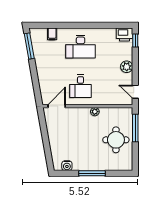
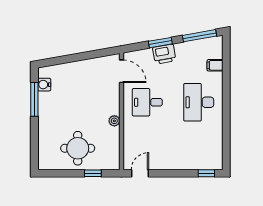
printer: (125, 35) -> (164, 54), moved, turned -100
plant: (127, 67) -> (173, 162), removed
window: (35, 76) -> (160, 43), added
window: (135, 128) -> (93, 173), width x0.46
window: (92, 173) -> (34, 99), moved

